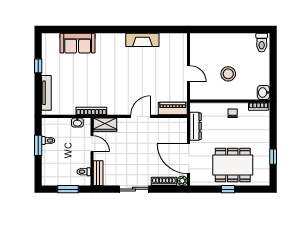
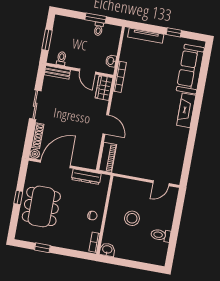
fireplace: (142, 40) -> (186, 110), moved
sofa: (78, 43) -> (190, 69), width x1.36
toilet: (262, 43) -> (161, 235), moved
door: (189, 74) -> (161, 183), moved
door: (92, 144) -> (87, 72), hinge flipped

